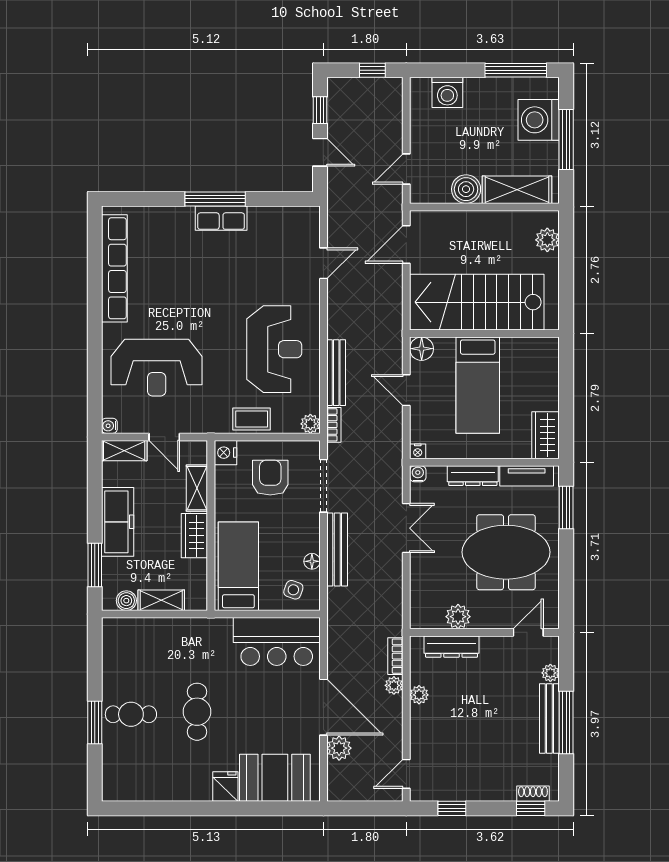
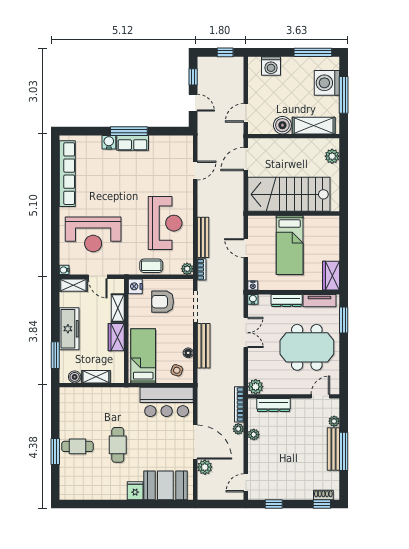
water cooler: (182, 217) -> (109, 142), added
floor lamp: (422, 349) -> (255, 223), removed
armchair: (270, 478) -> (163, 302), turned -90
plant: (458, 617) -> (256, 387), moved
bookcase: (395, 656) -> (239, 404), width x1.56

